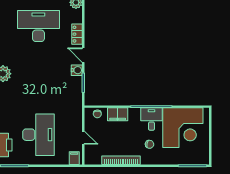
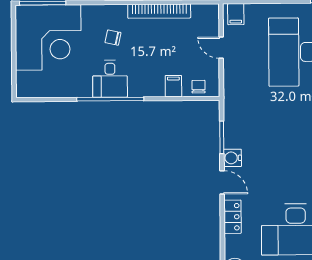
filing cabinet: (118, 114) -> (173, 86), width x0.50
corner desk: (183, 128) -> (48, 37), moved, turned 180

